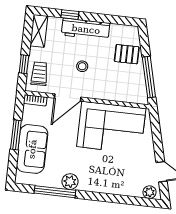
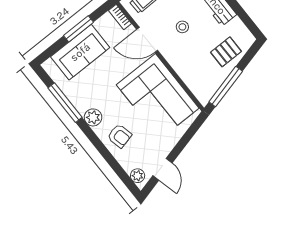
pallet: (127, 54) -> (226, 52), turned 90
armchair: (112, 178) -> (120, 136), added
plant: (70, 182) -> (93, 117), moved

